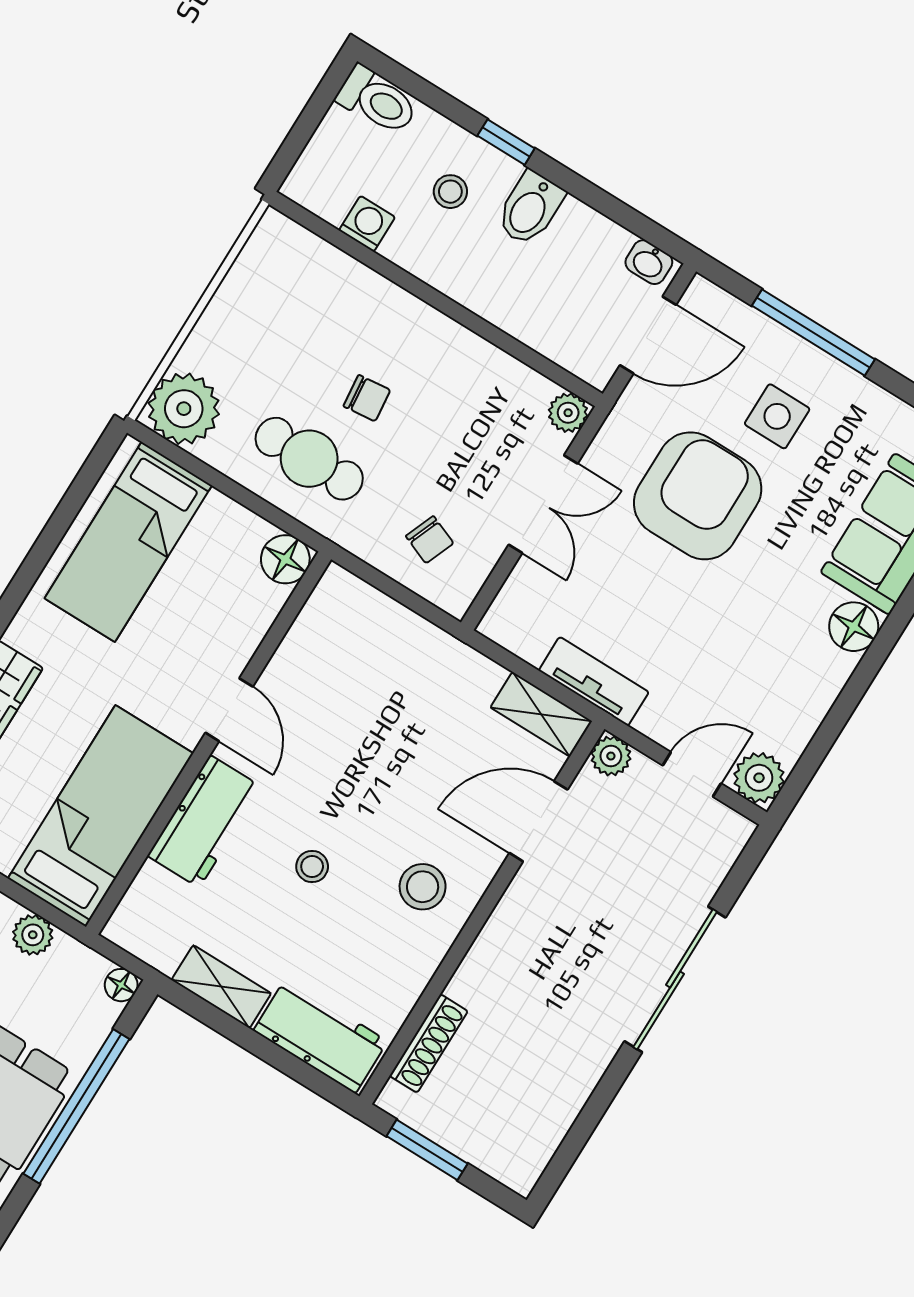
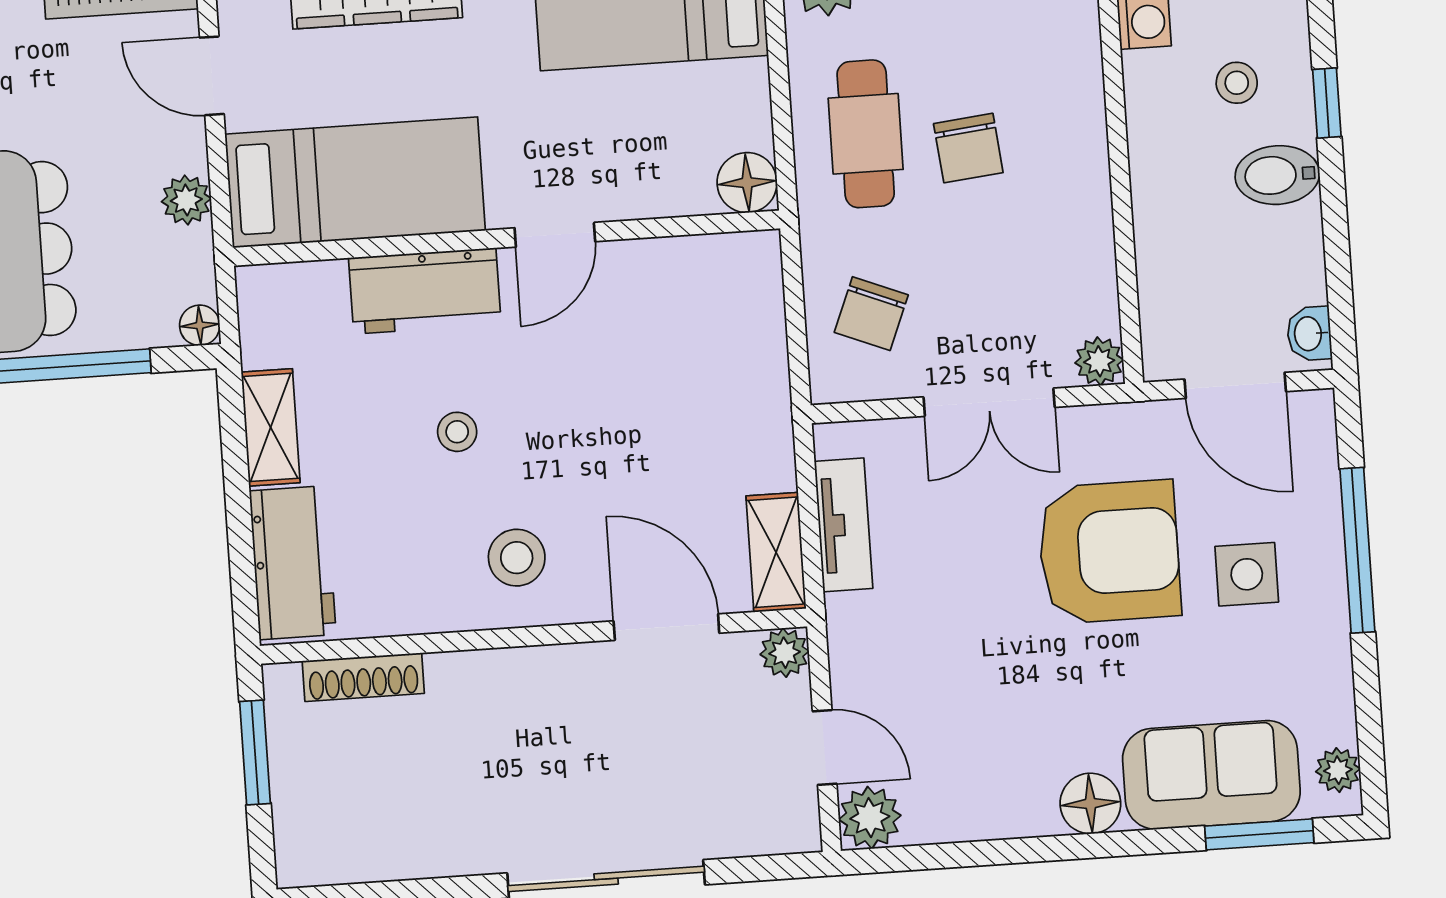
chair: (367, 398) -> (968, 148), width x1.37, depth x1.37
chair: (430, 540) -> (871, 314), width x1.37, depth x1.37
tv unit: (594, 681) -> (843, 525), moved

